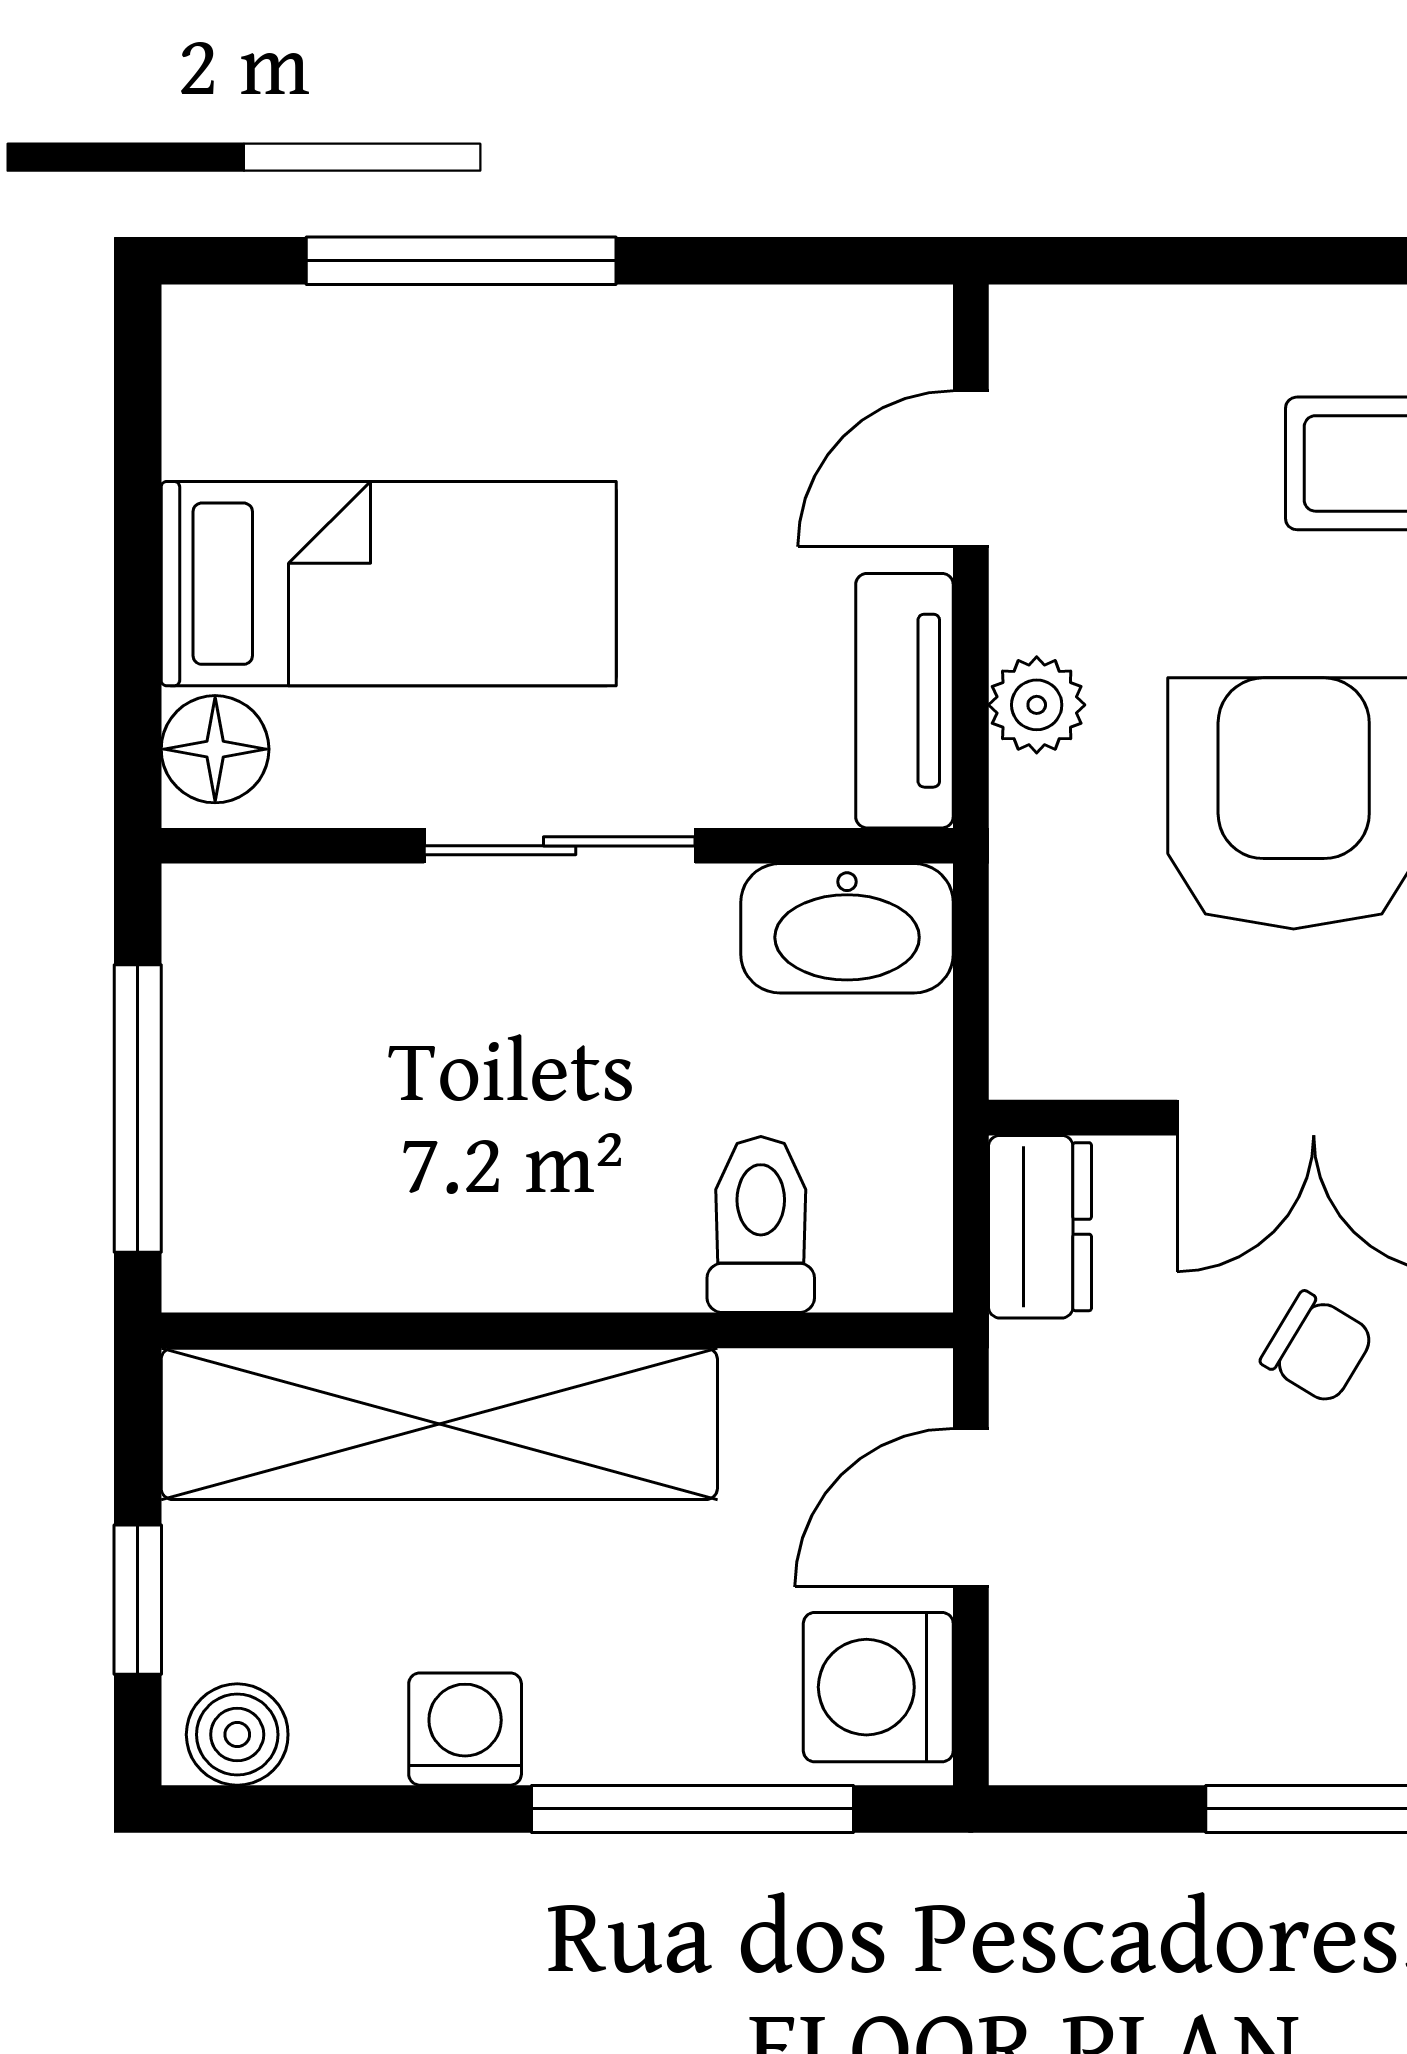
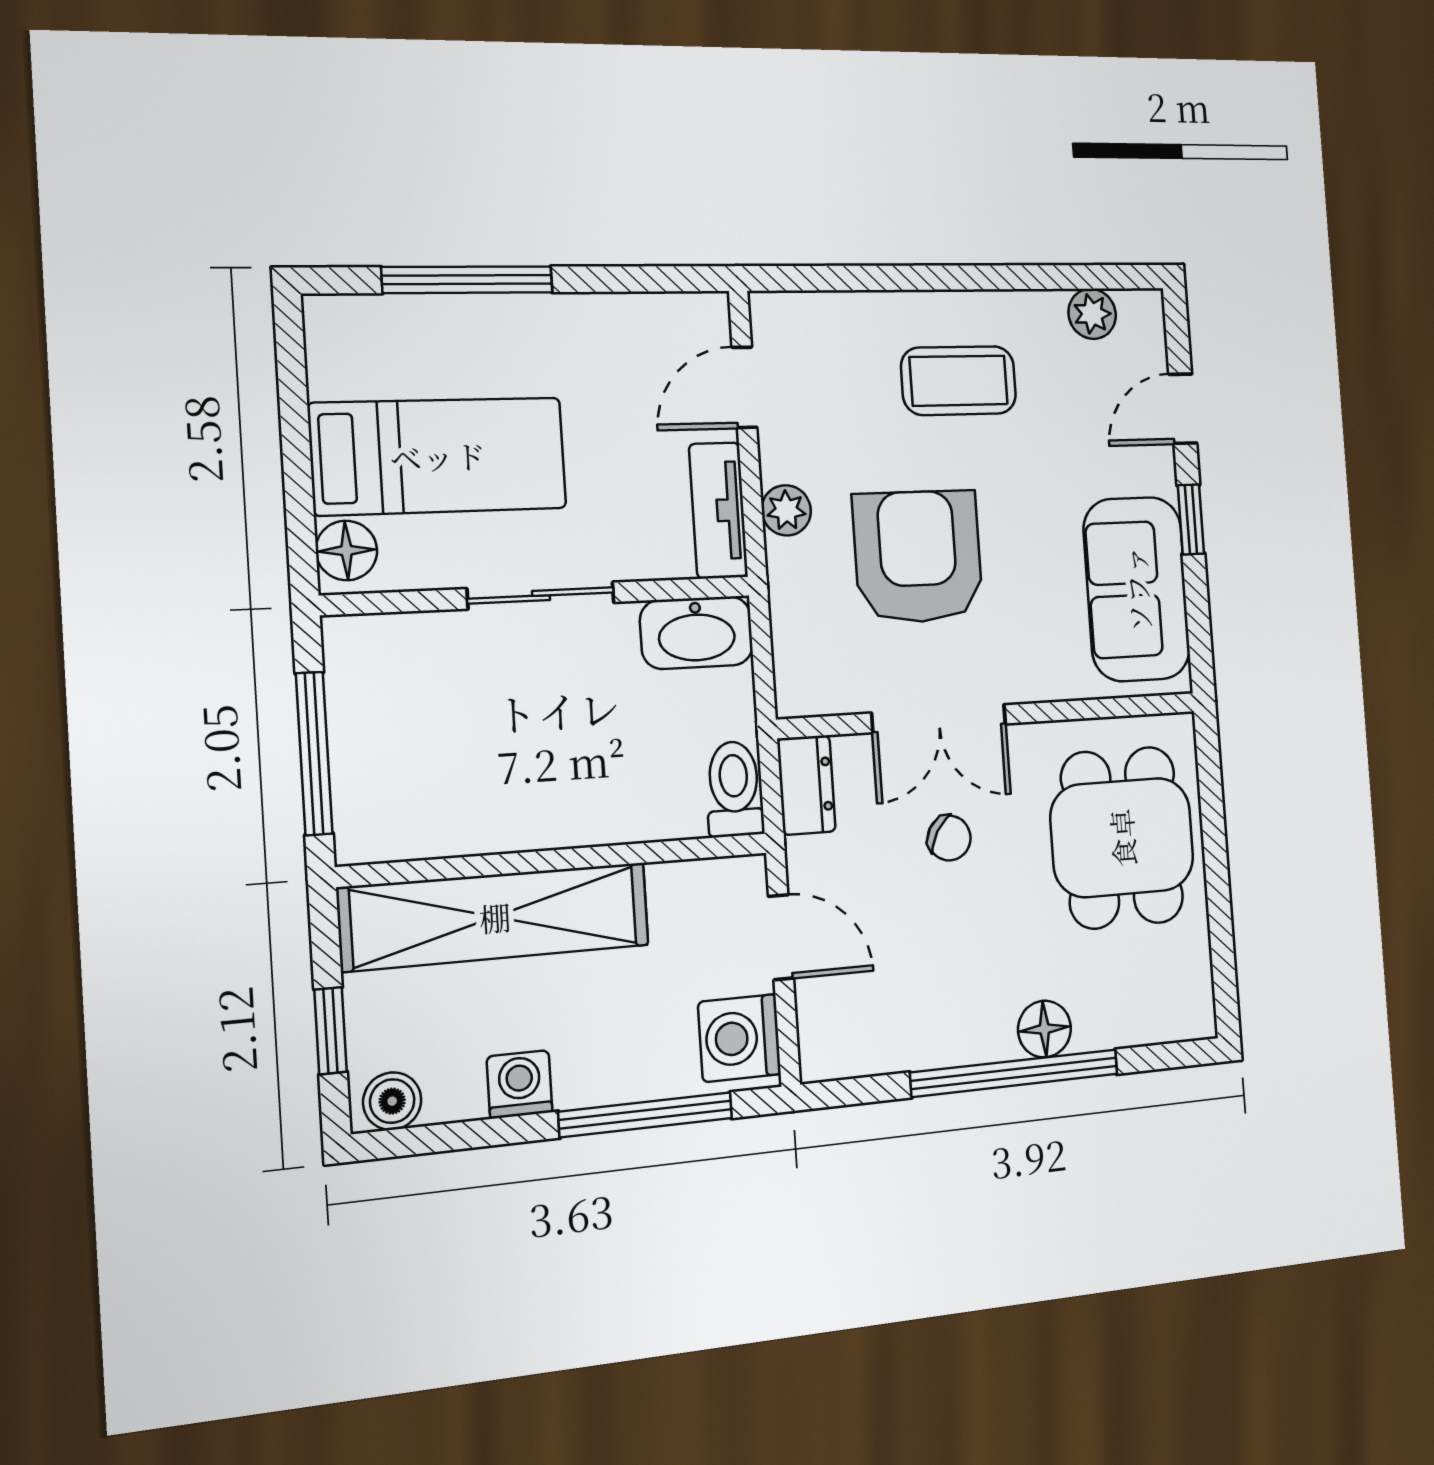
toilet: (761, 1224) -> (734, 789), moved
door: (971, 1508) -> (781, 937), swing flipped

